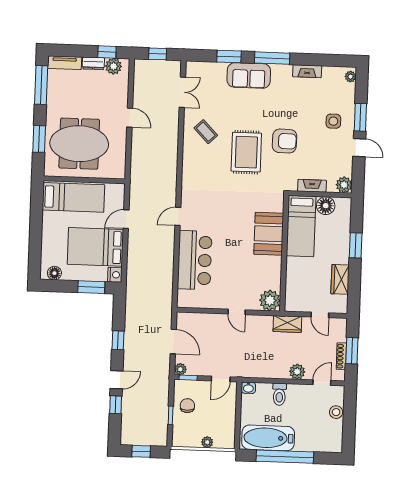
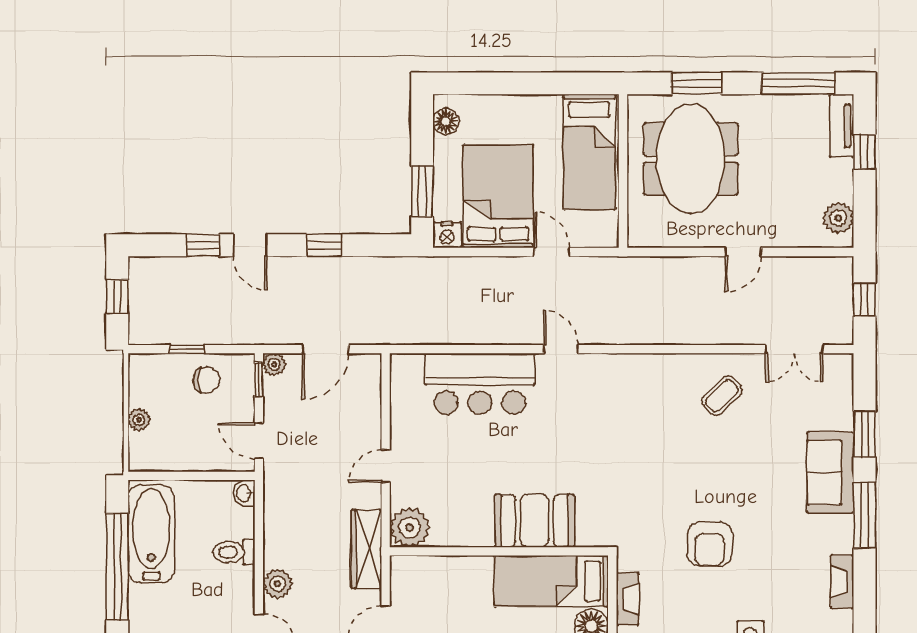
window: (107, 52) -> (864, 152), moved
dresser: (93, 63) -> (842, 180), removed
rug: (246, 152) -> (686, 473), removed
wardrobe: (287, 324) -> (366, 549), width x1.50

